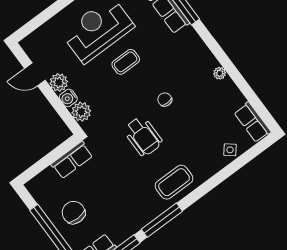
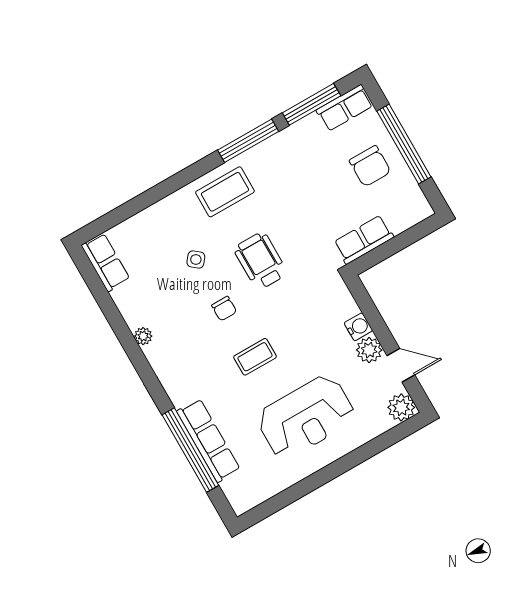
coffee table: (126, 62) -> (255, 357), moved
plant: (81, 112) -> (401, 407), moved
side table: (230, 150) -> (196, 260), moved

